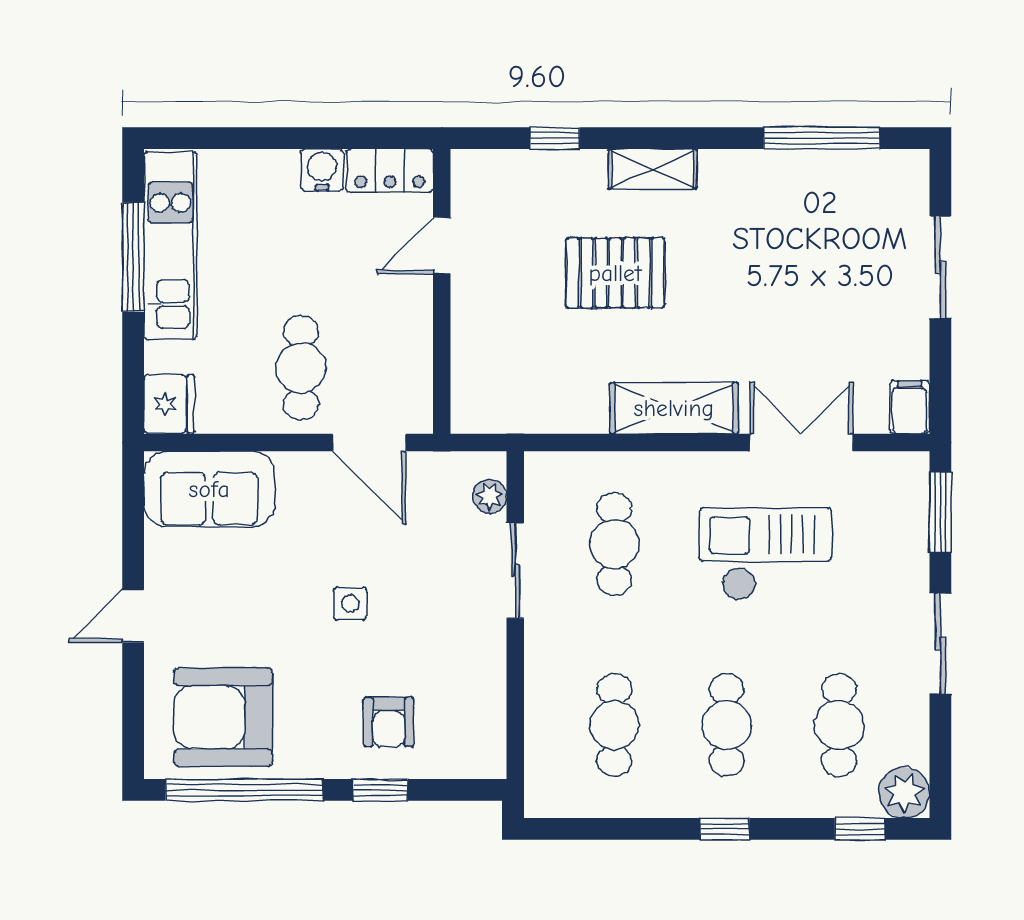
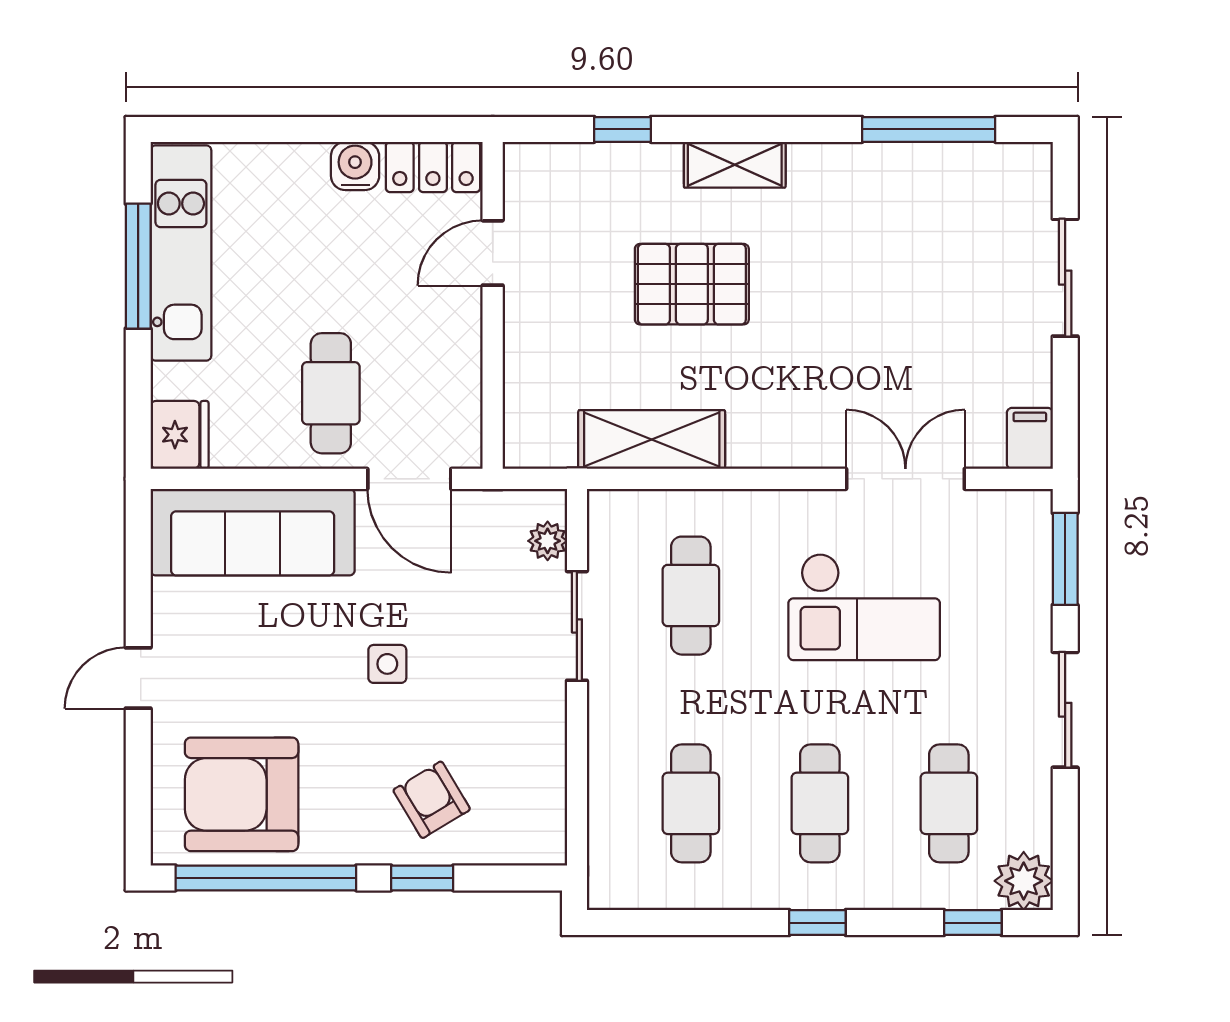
shelving: (674, 408) -> (652, 440), moved
sofa: (209, 489) -> (253, 532), width x1.36
checkout: (765, 554) -> (864, 607), turned 180
armchair: (389, 722) -> (432, 800), turned 149

